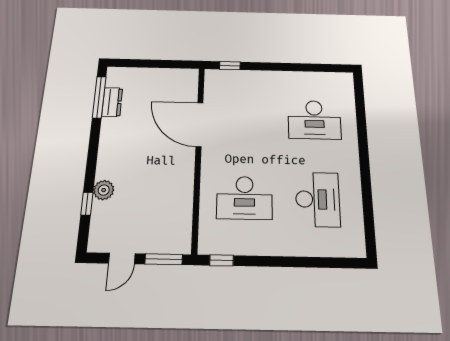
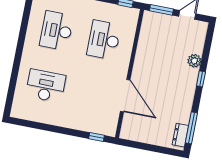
dresser: (112, 102) -> (180, 135), moved
desk: (244, 198) -> (104, 40), turned -90
window: (87, 204) -> (201, 79), moved

